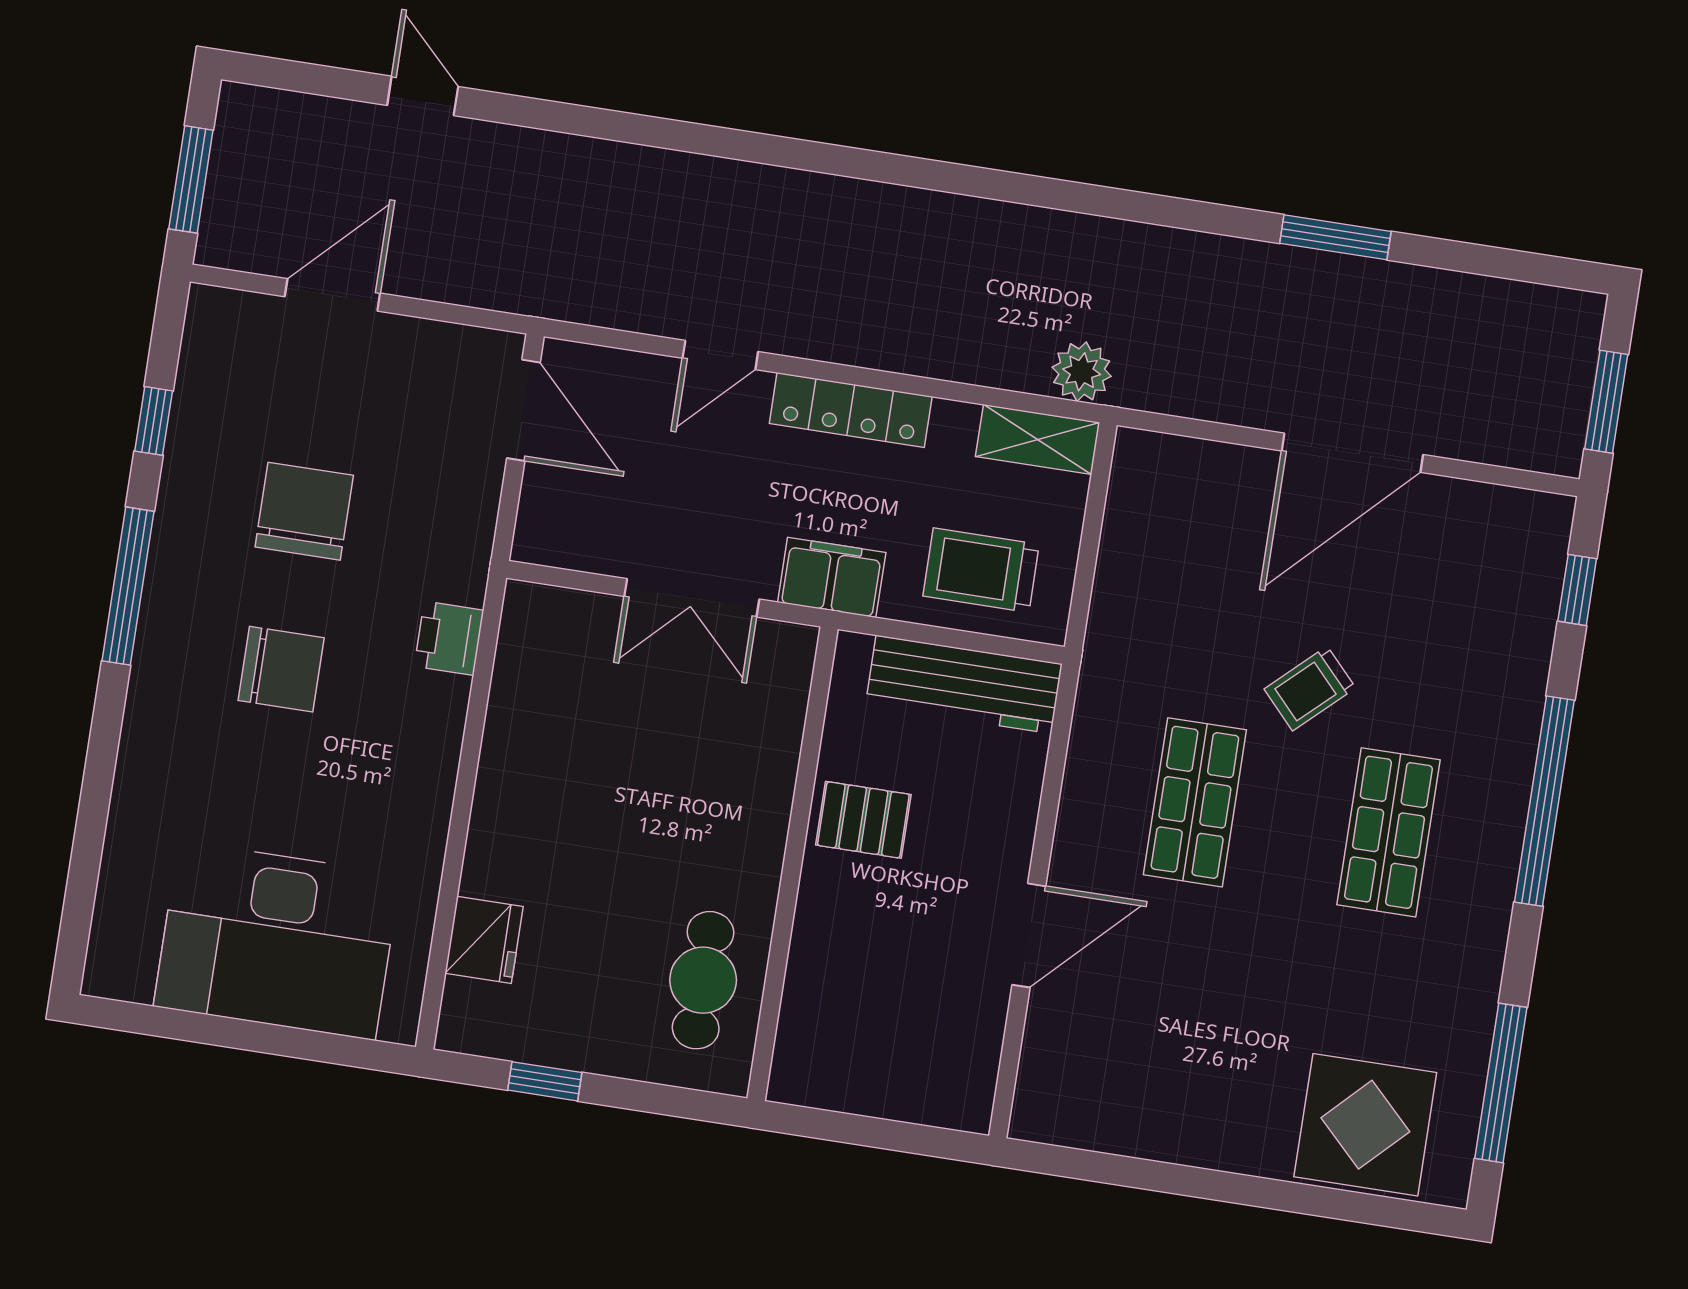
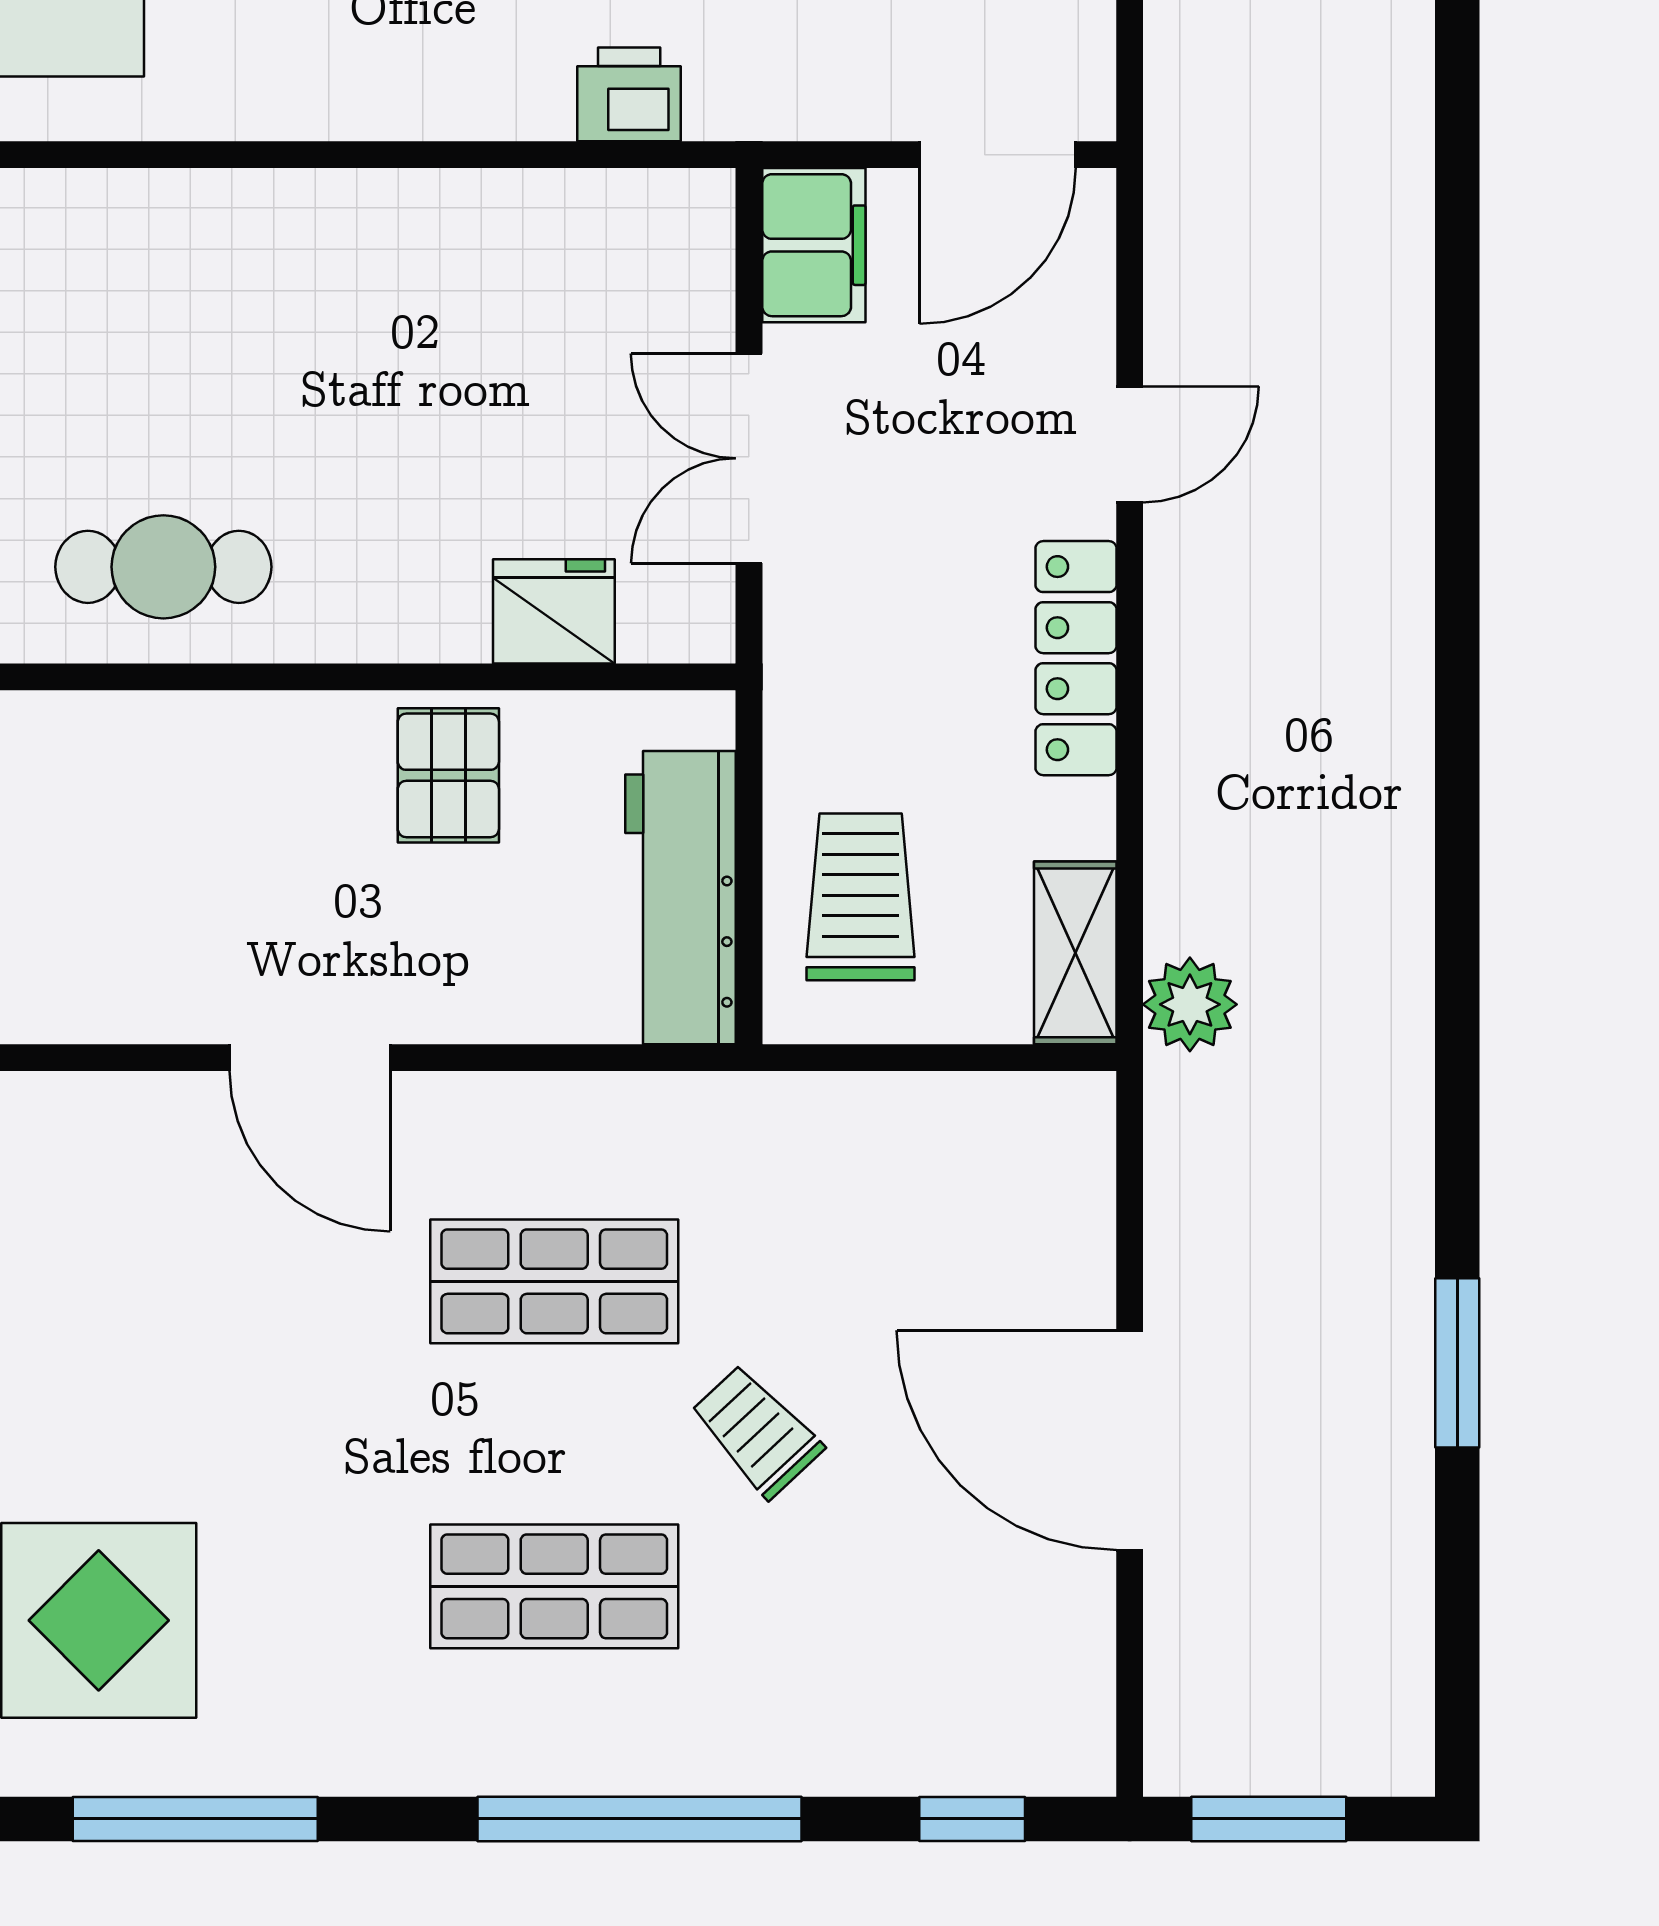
door: (720, 355) -> (1130, 444), swing flipped
filing cabinet: (832, 577) -> (814, 245), moved
fridge: (484, 940) -> (554, 611), moved, turned 180

